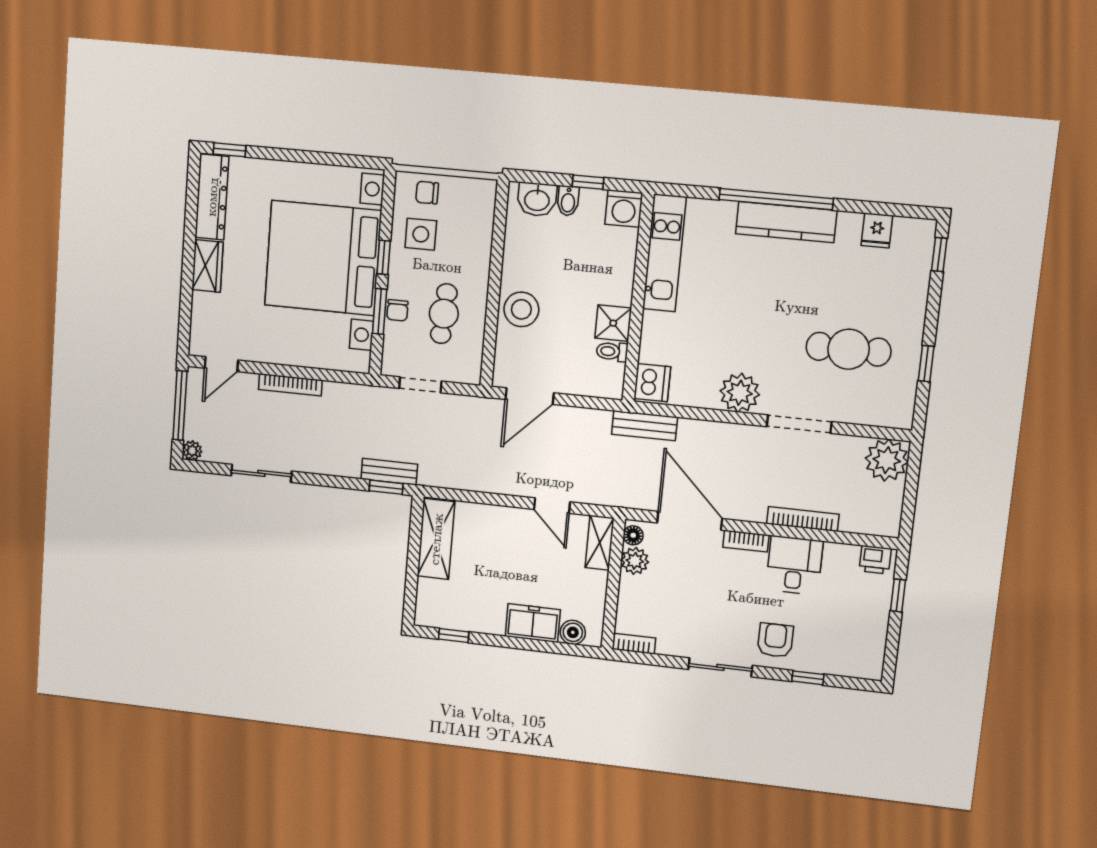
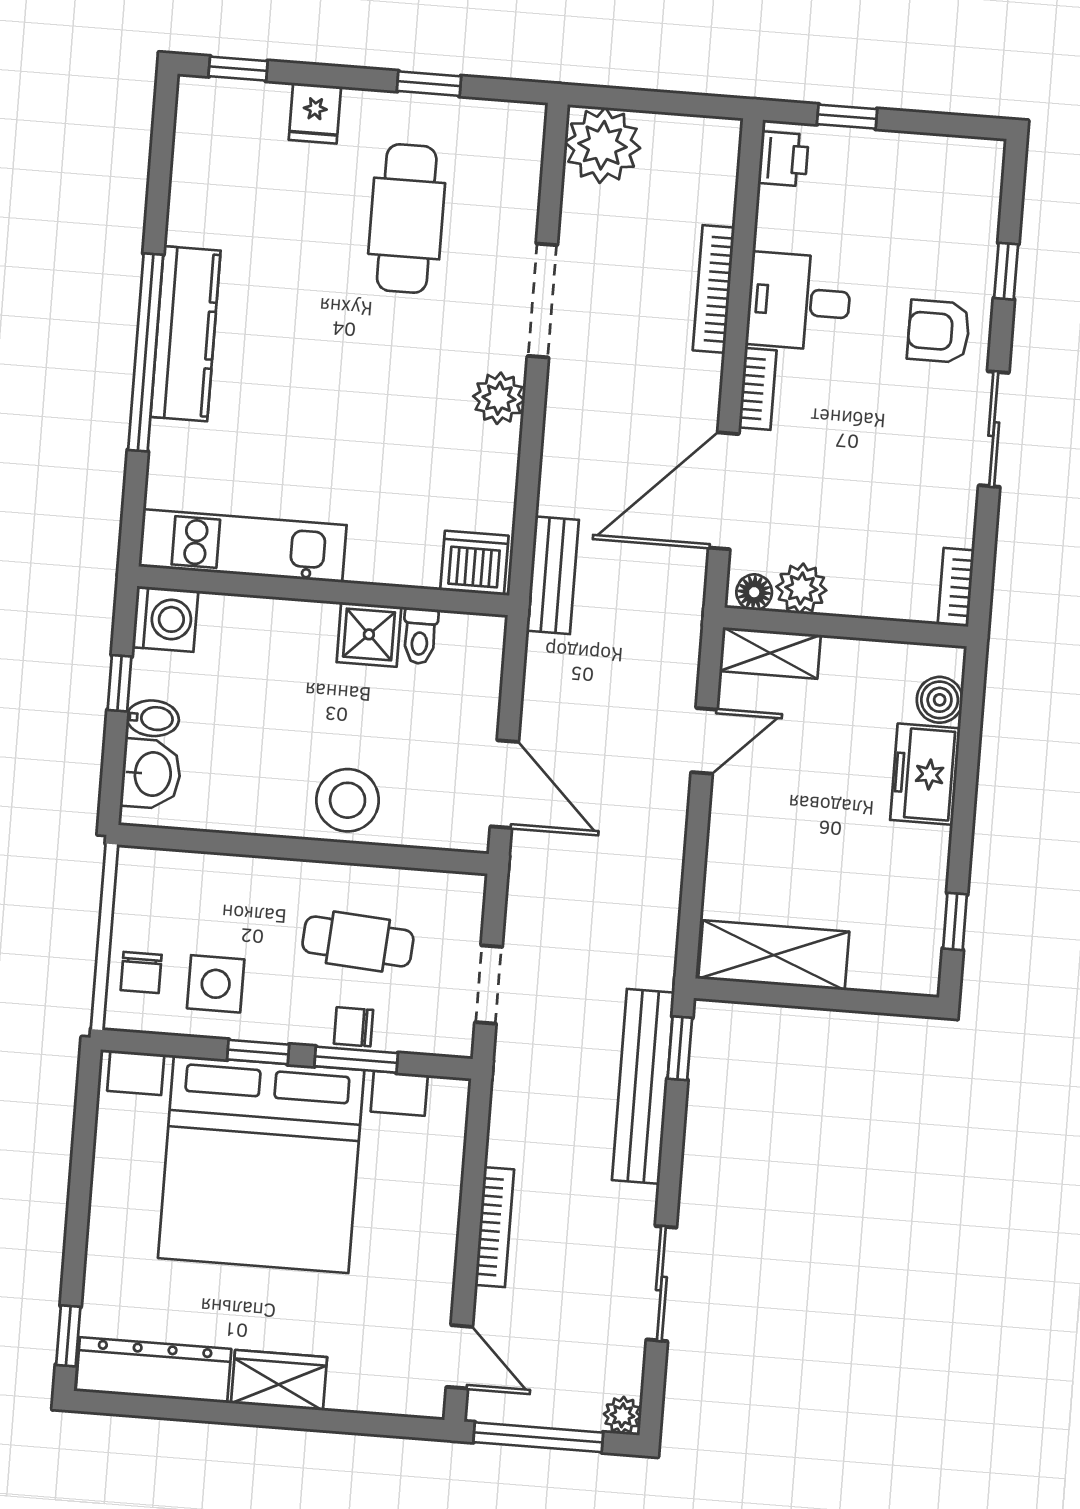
fridge: (877, 231) -> (315, 113), moved, turned 90
chair: (397, 310) -> (354, 1027), turned 180
plant: (740, 393) -> (499, 398), width x0.73, depth x0.73
bench: (389, 472) -> (643, 1086), width x1.86, depth x1.21

